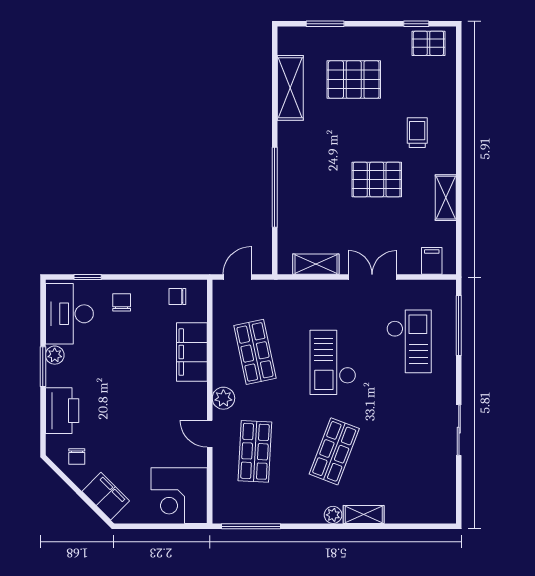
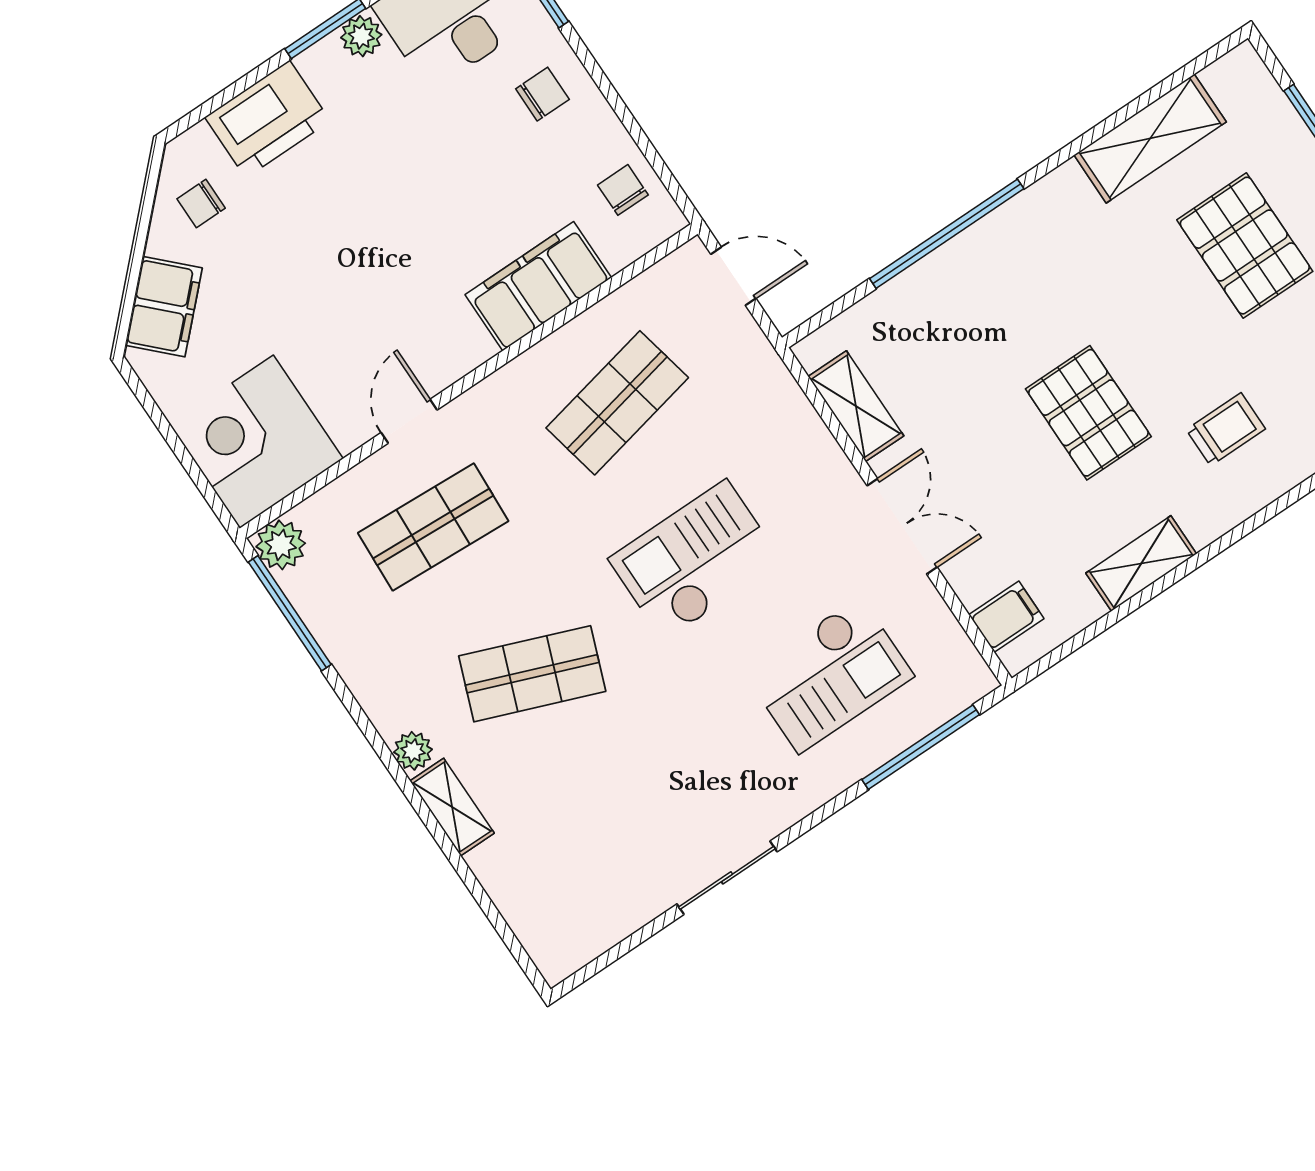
plant: (223, 398) -> (281, 545), moved

